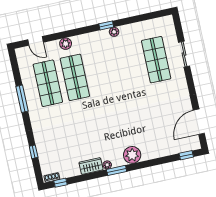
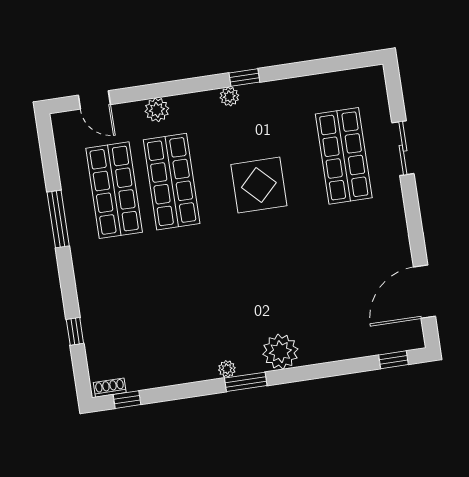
plant: (114, 32) -> (229, 96), moved
display table: (117, 76) -> (259, 185), added
wardrobe: (91, 166) -> (193, 369), removed

